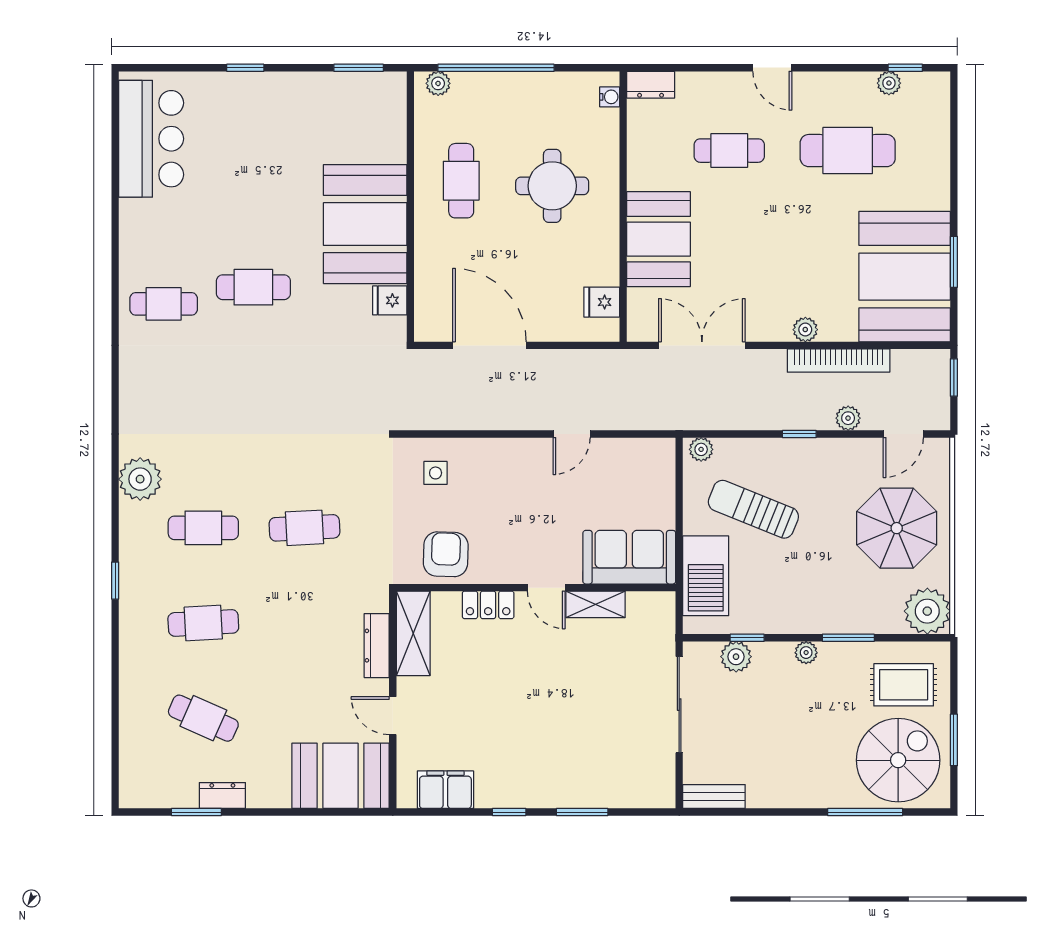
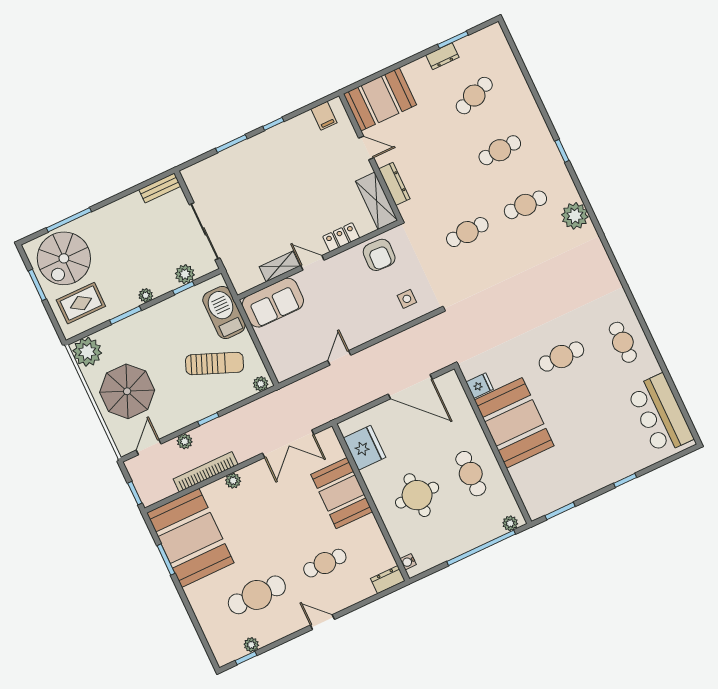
fridge: (602, 302) -> (364, 448), width x1.88, depth x1.34
cafe table: (164, 304) -> (623, 342), moved, turned 90
cafe table: (203, 718) -> (474, 96), turned -45
filing cabinet: (445, 790) -> (324, 116), width x0.50

